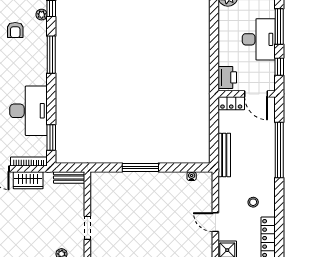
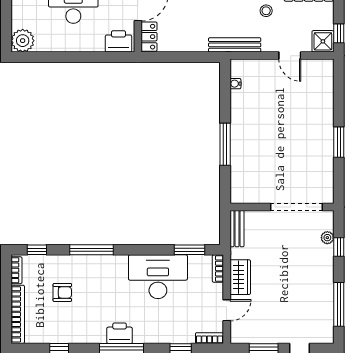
plant: (42, 15) -> (44, 261), removed
bench: (224, 155) -> (235, 45), moved
bookcase: (29, 161) -> (218, 269), width x0.64
door: (215, 222) -> (290, 56), hinge flipped
doorway: (87, 228) -> (296, 207), width x1.88

